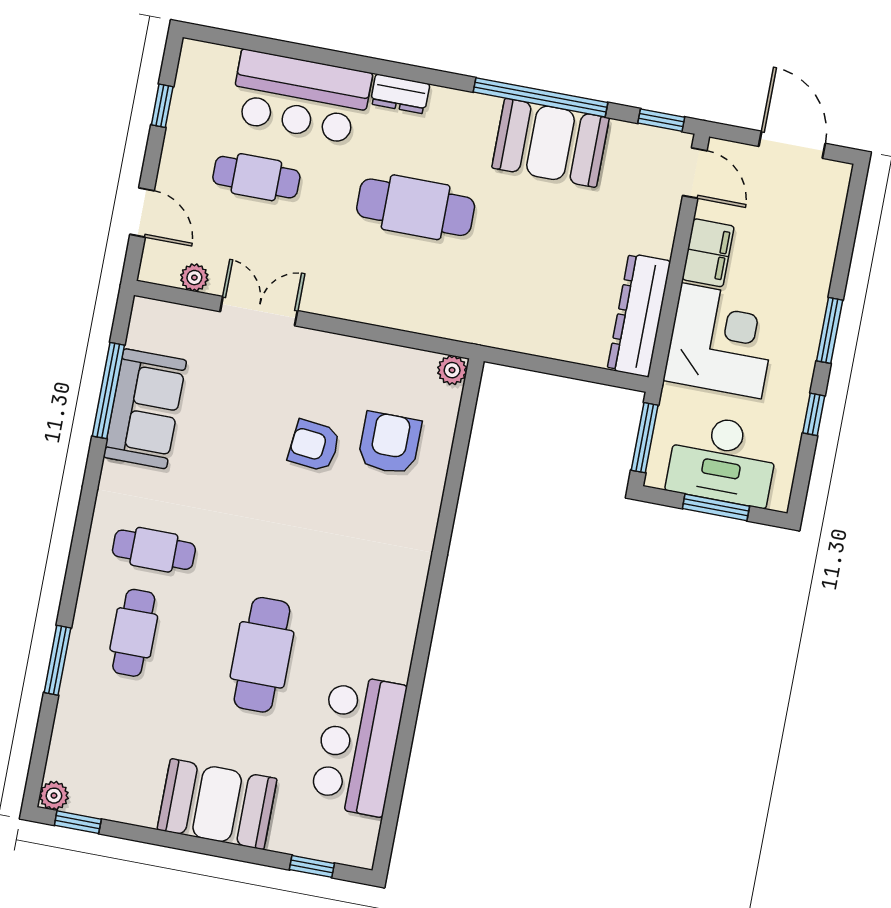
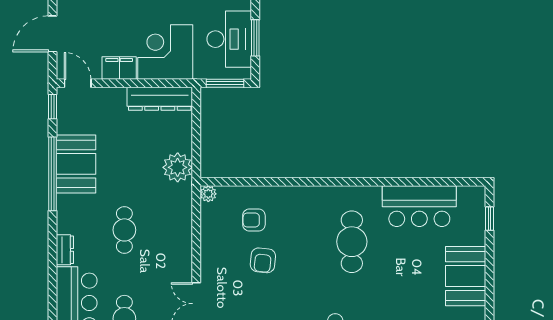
door: (695, 173) -> (78, 83), hinge flipped
cafe table: (416, 207) -> (124, 230), width x0.73, depth x0.74
plant: (510, 324) -> (178, 167), added
armchair: (389, 443) -> (254, 220), width x0.72, depth x0.72
cafe table: (262, 655) -> (352, 242), moved, turned 90

